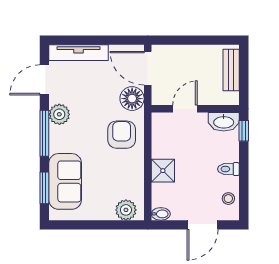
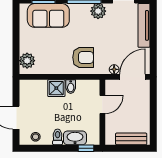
floor lamp: (132, 99) -> (114, 69), width x0.53, depth x0.53
door: (185, 109) -> (102, 105), hinge flipped
washbasin: (224, 122) -> (75, 138), moved, turned 90
bidet: (161, 214) -> (71, 87), moved

